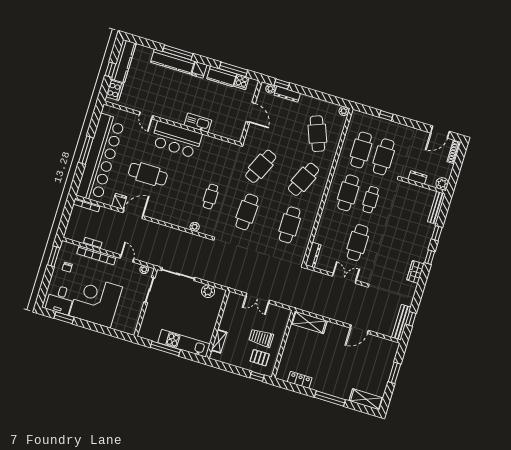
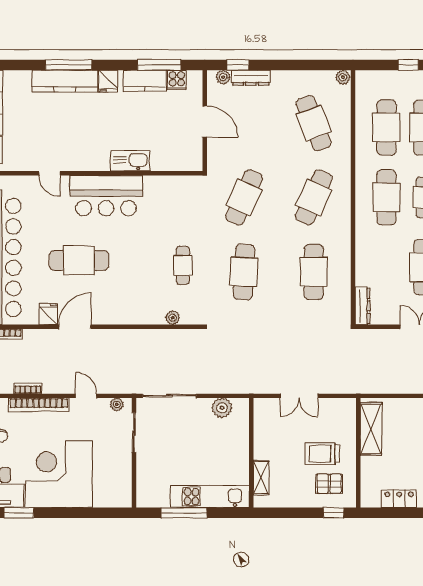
shelving: (309, 322) -> (371, 429), moved, turned 90

